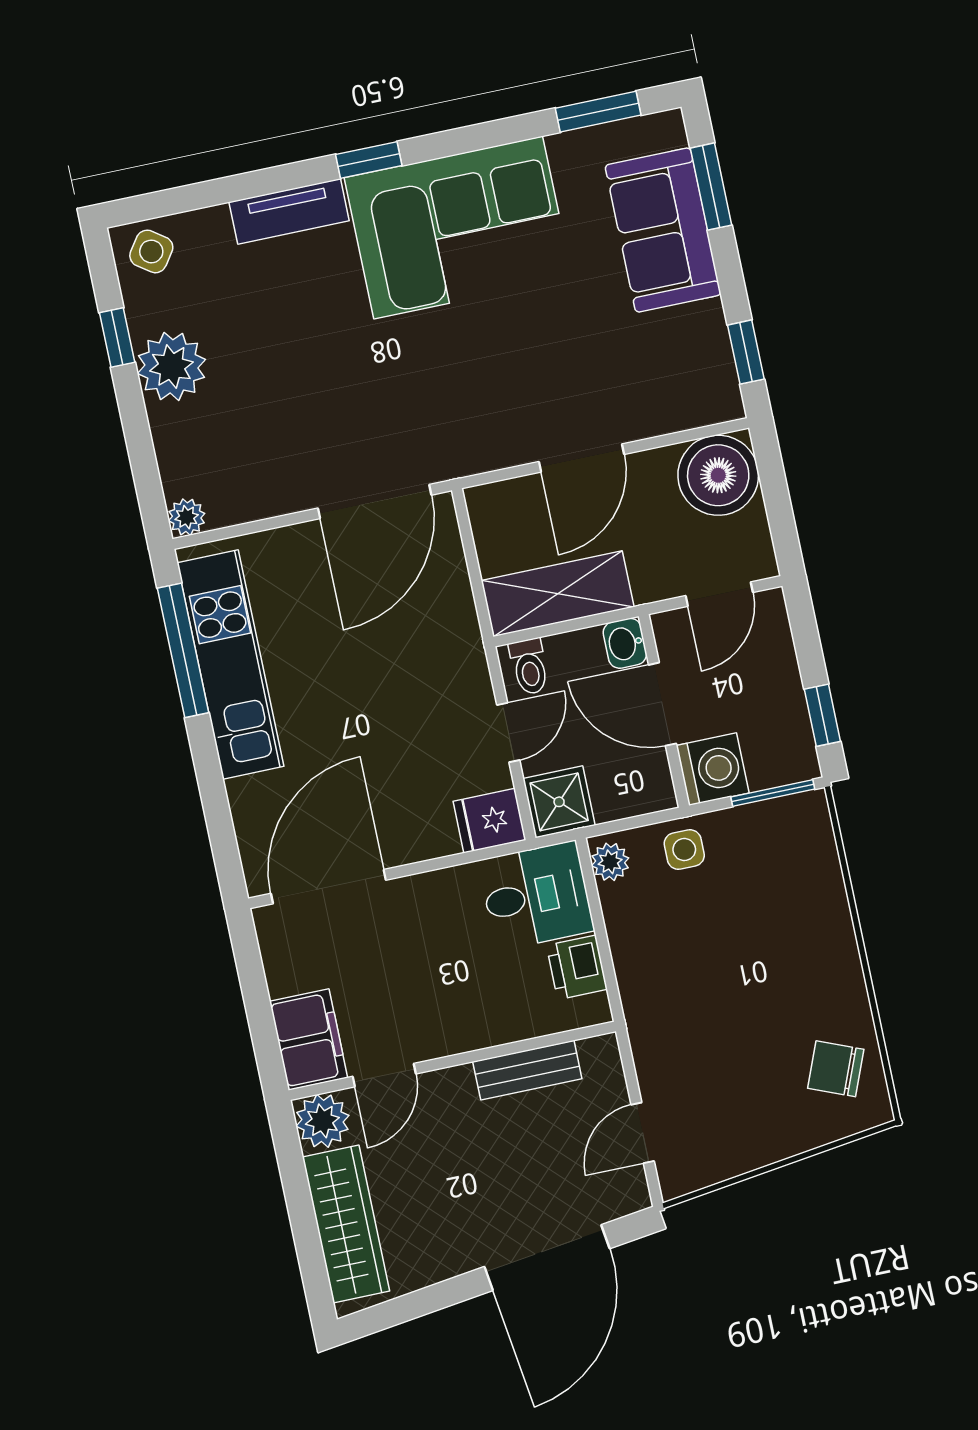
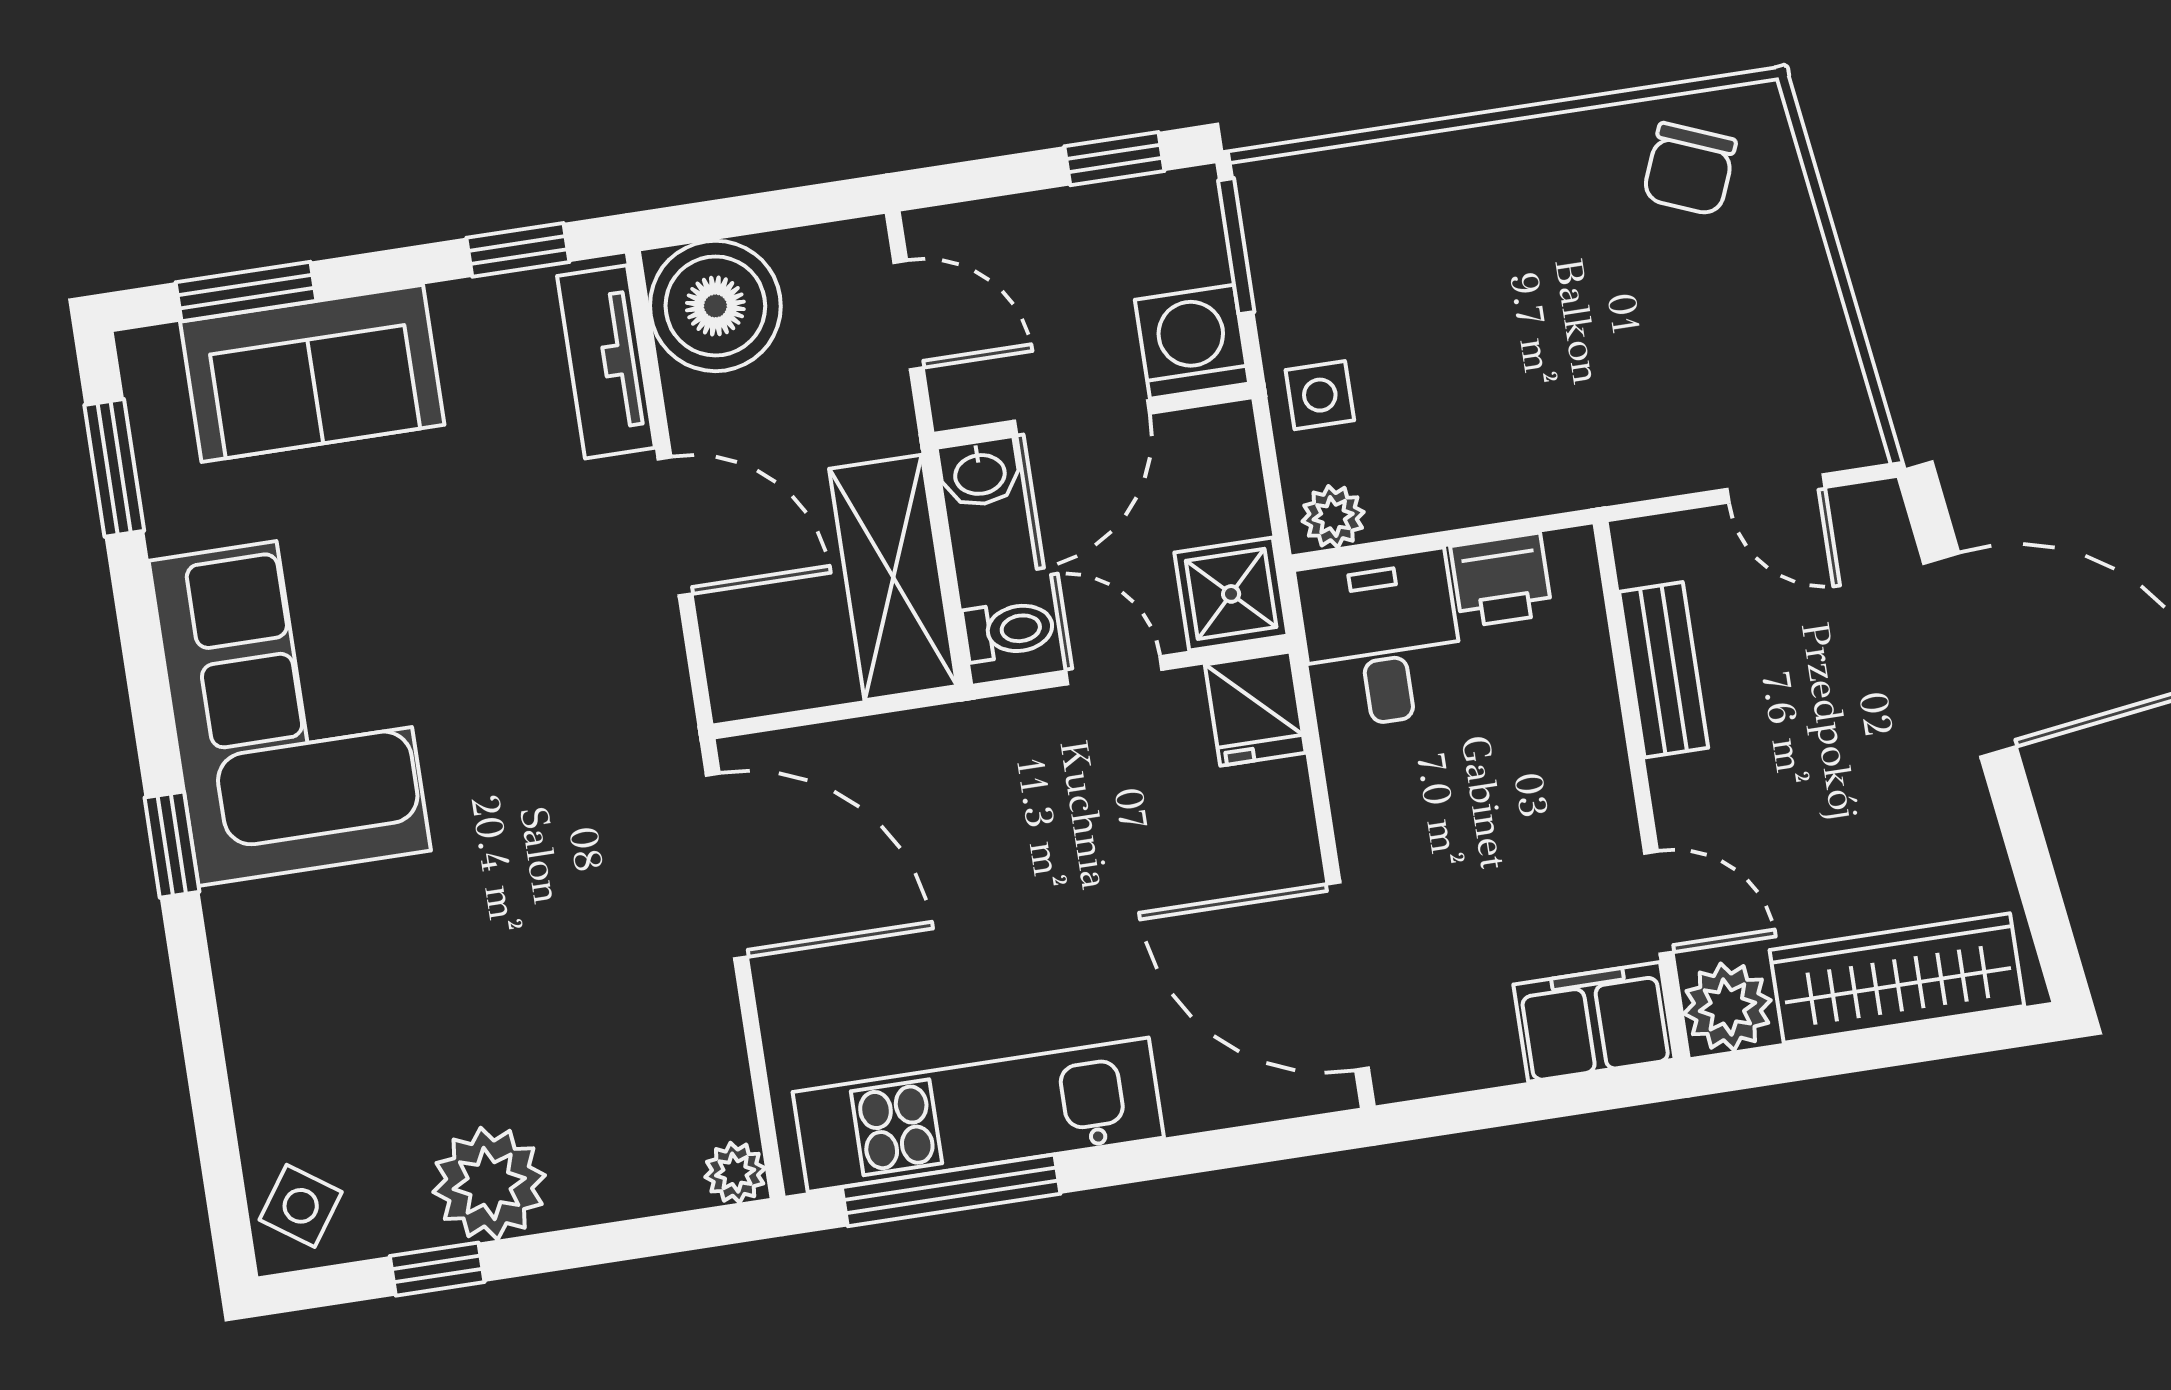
tv unit: (289, 211) -> (606, 362), moved, turned 180

